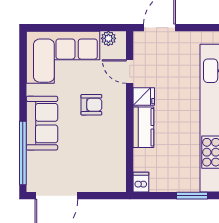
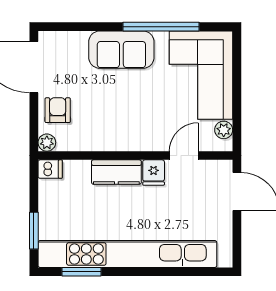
armchair: (91, 105) -> (58, 110), moved, turned 180
window: (23, 153) -> (161, 27), moved
plant: (119, 185) -> (47, 143), added

